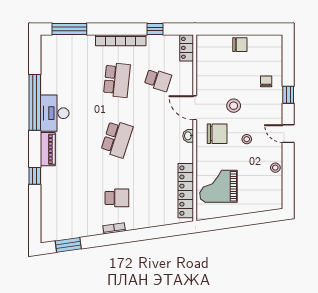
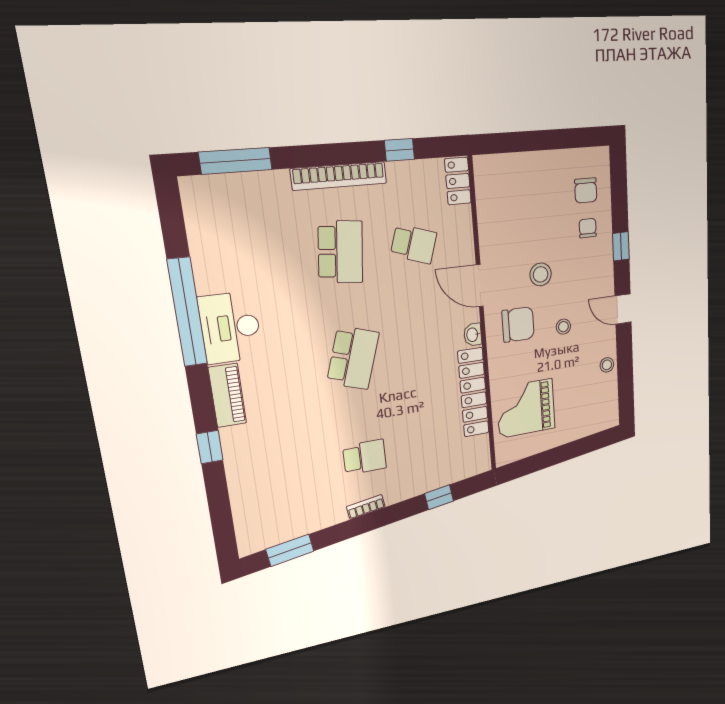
chair: (240, 45) -> (586, 190), moved, turned 90
locker: (186, 191) -> (473, 392), moved
window: (159, 232) -> (439, 497), added

